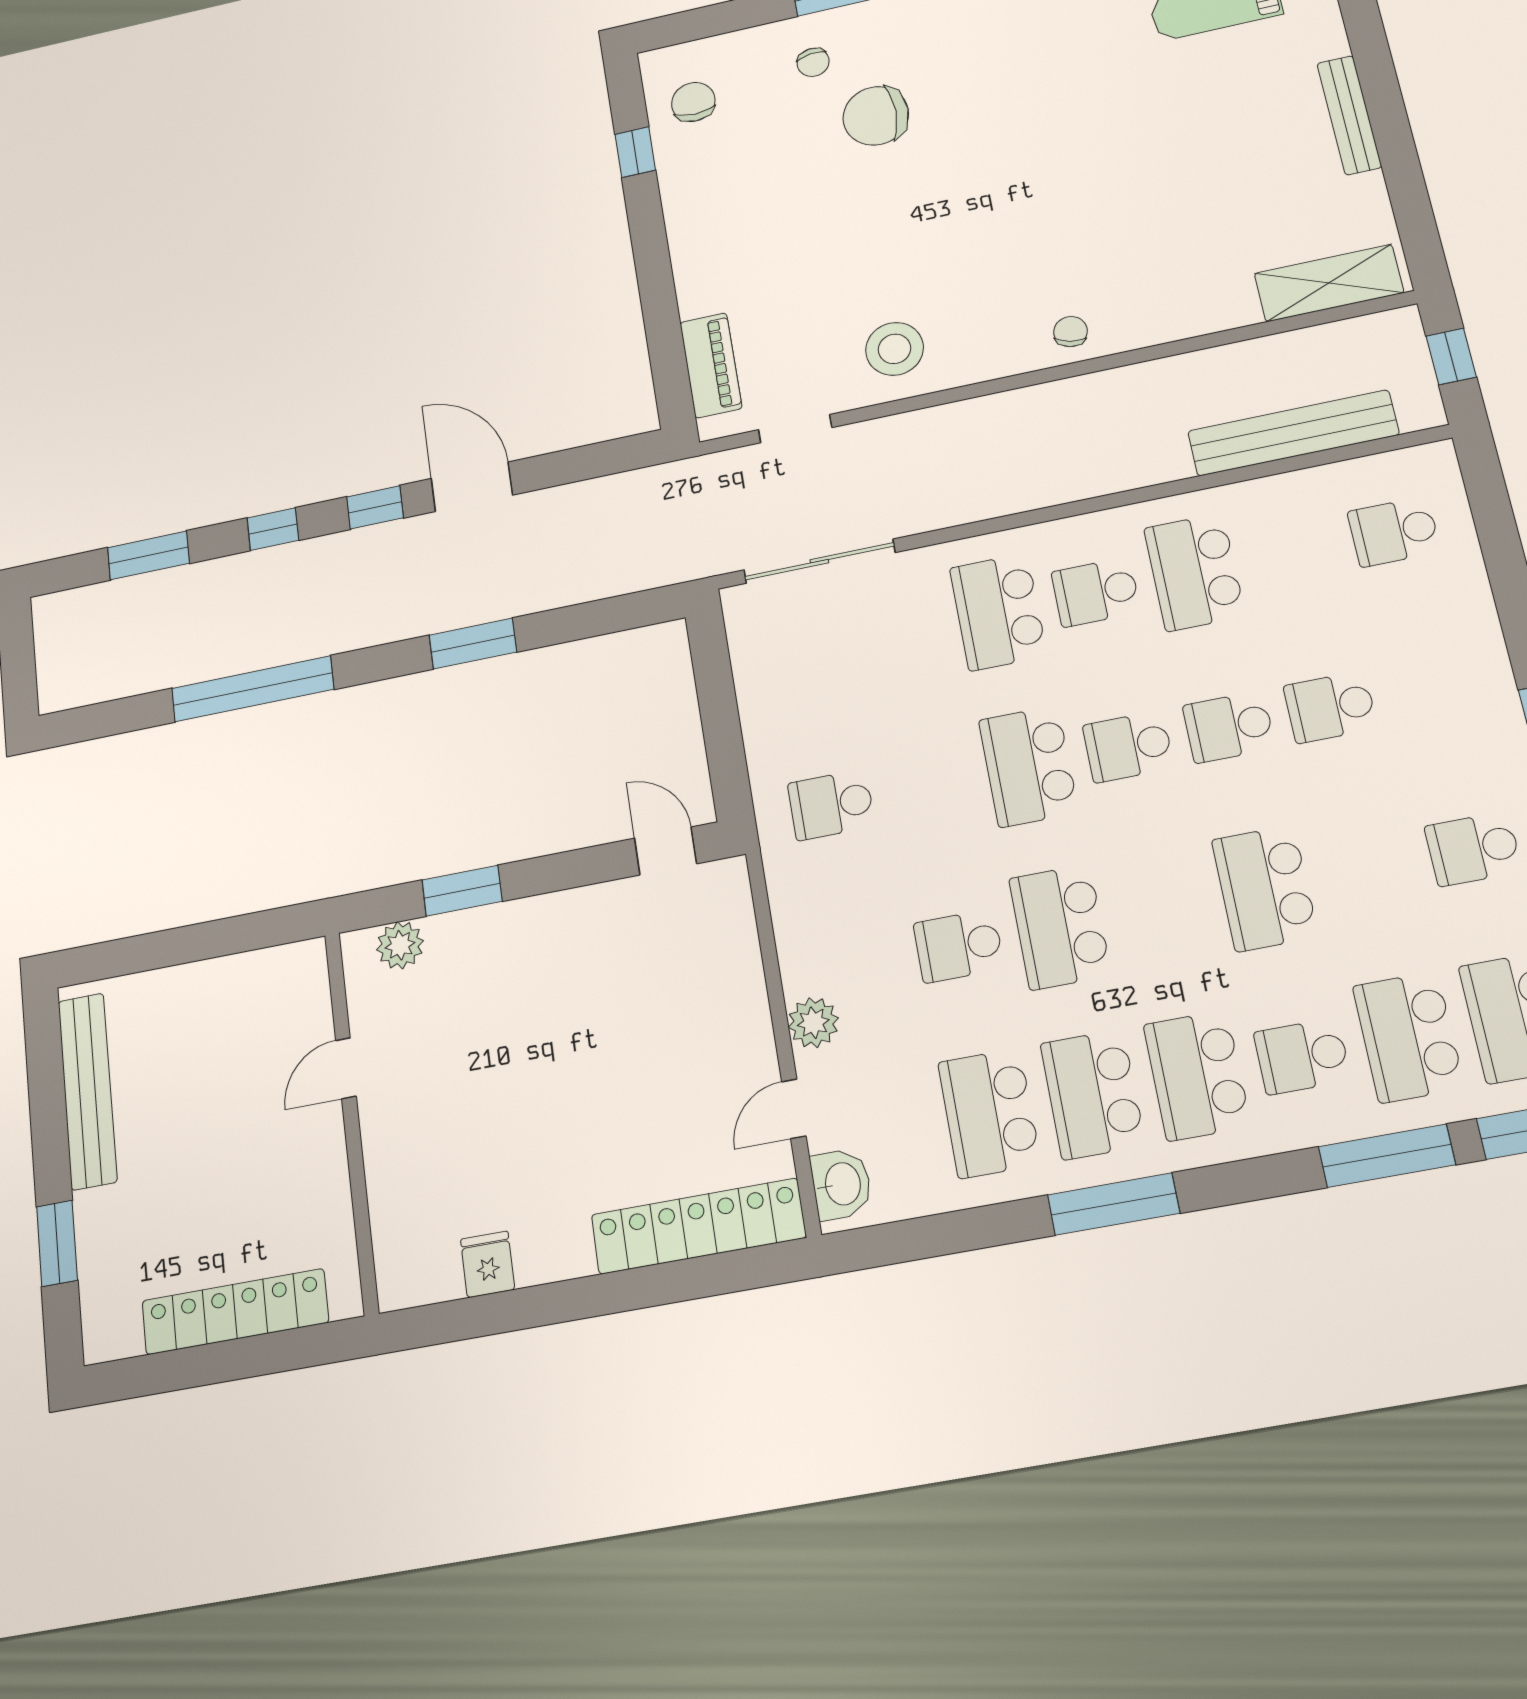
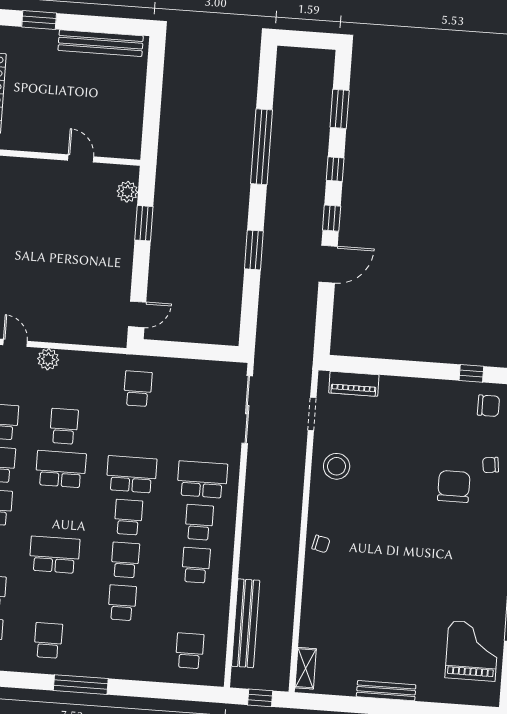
shelving: (1329, 283) -> (306, 668), width x0.67, depth x0.75
school desk: (1194, 572) -> (196, 565), width x0.54

